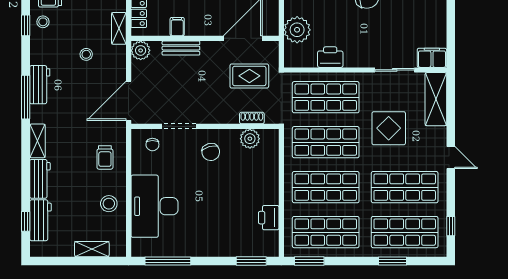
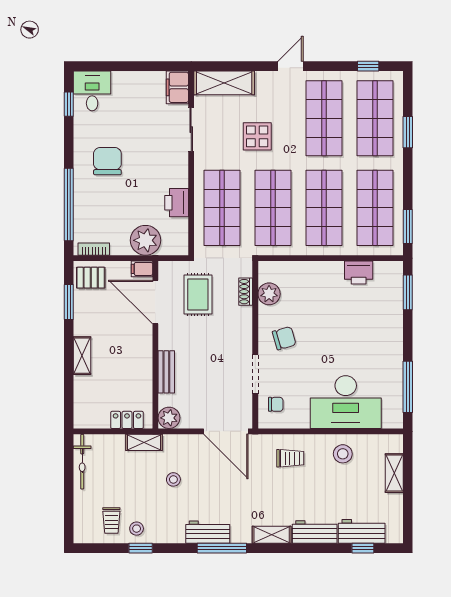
filing cabinet: (177, 27) -> (142, 269), moved
display table: (389, 128) -> (257, 136), width x0.73, depth x0.73

